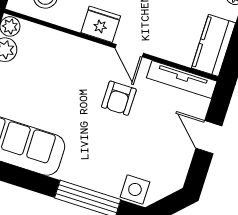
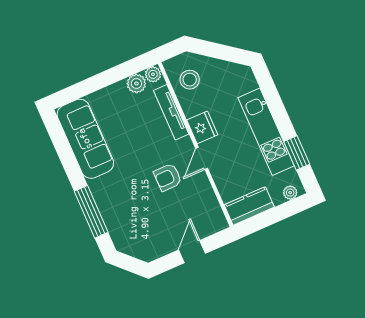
tv unit: (182, 80) -> (171, 112), moved
side table: (135, 189) -> (122, 235), removed

